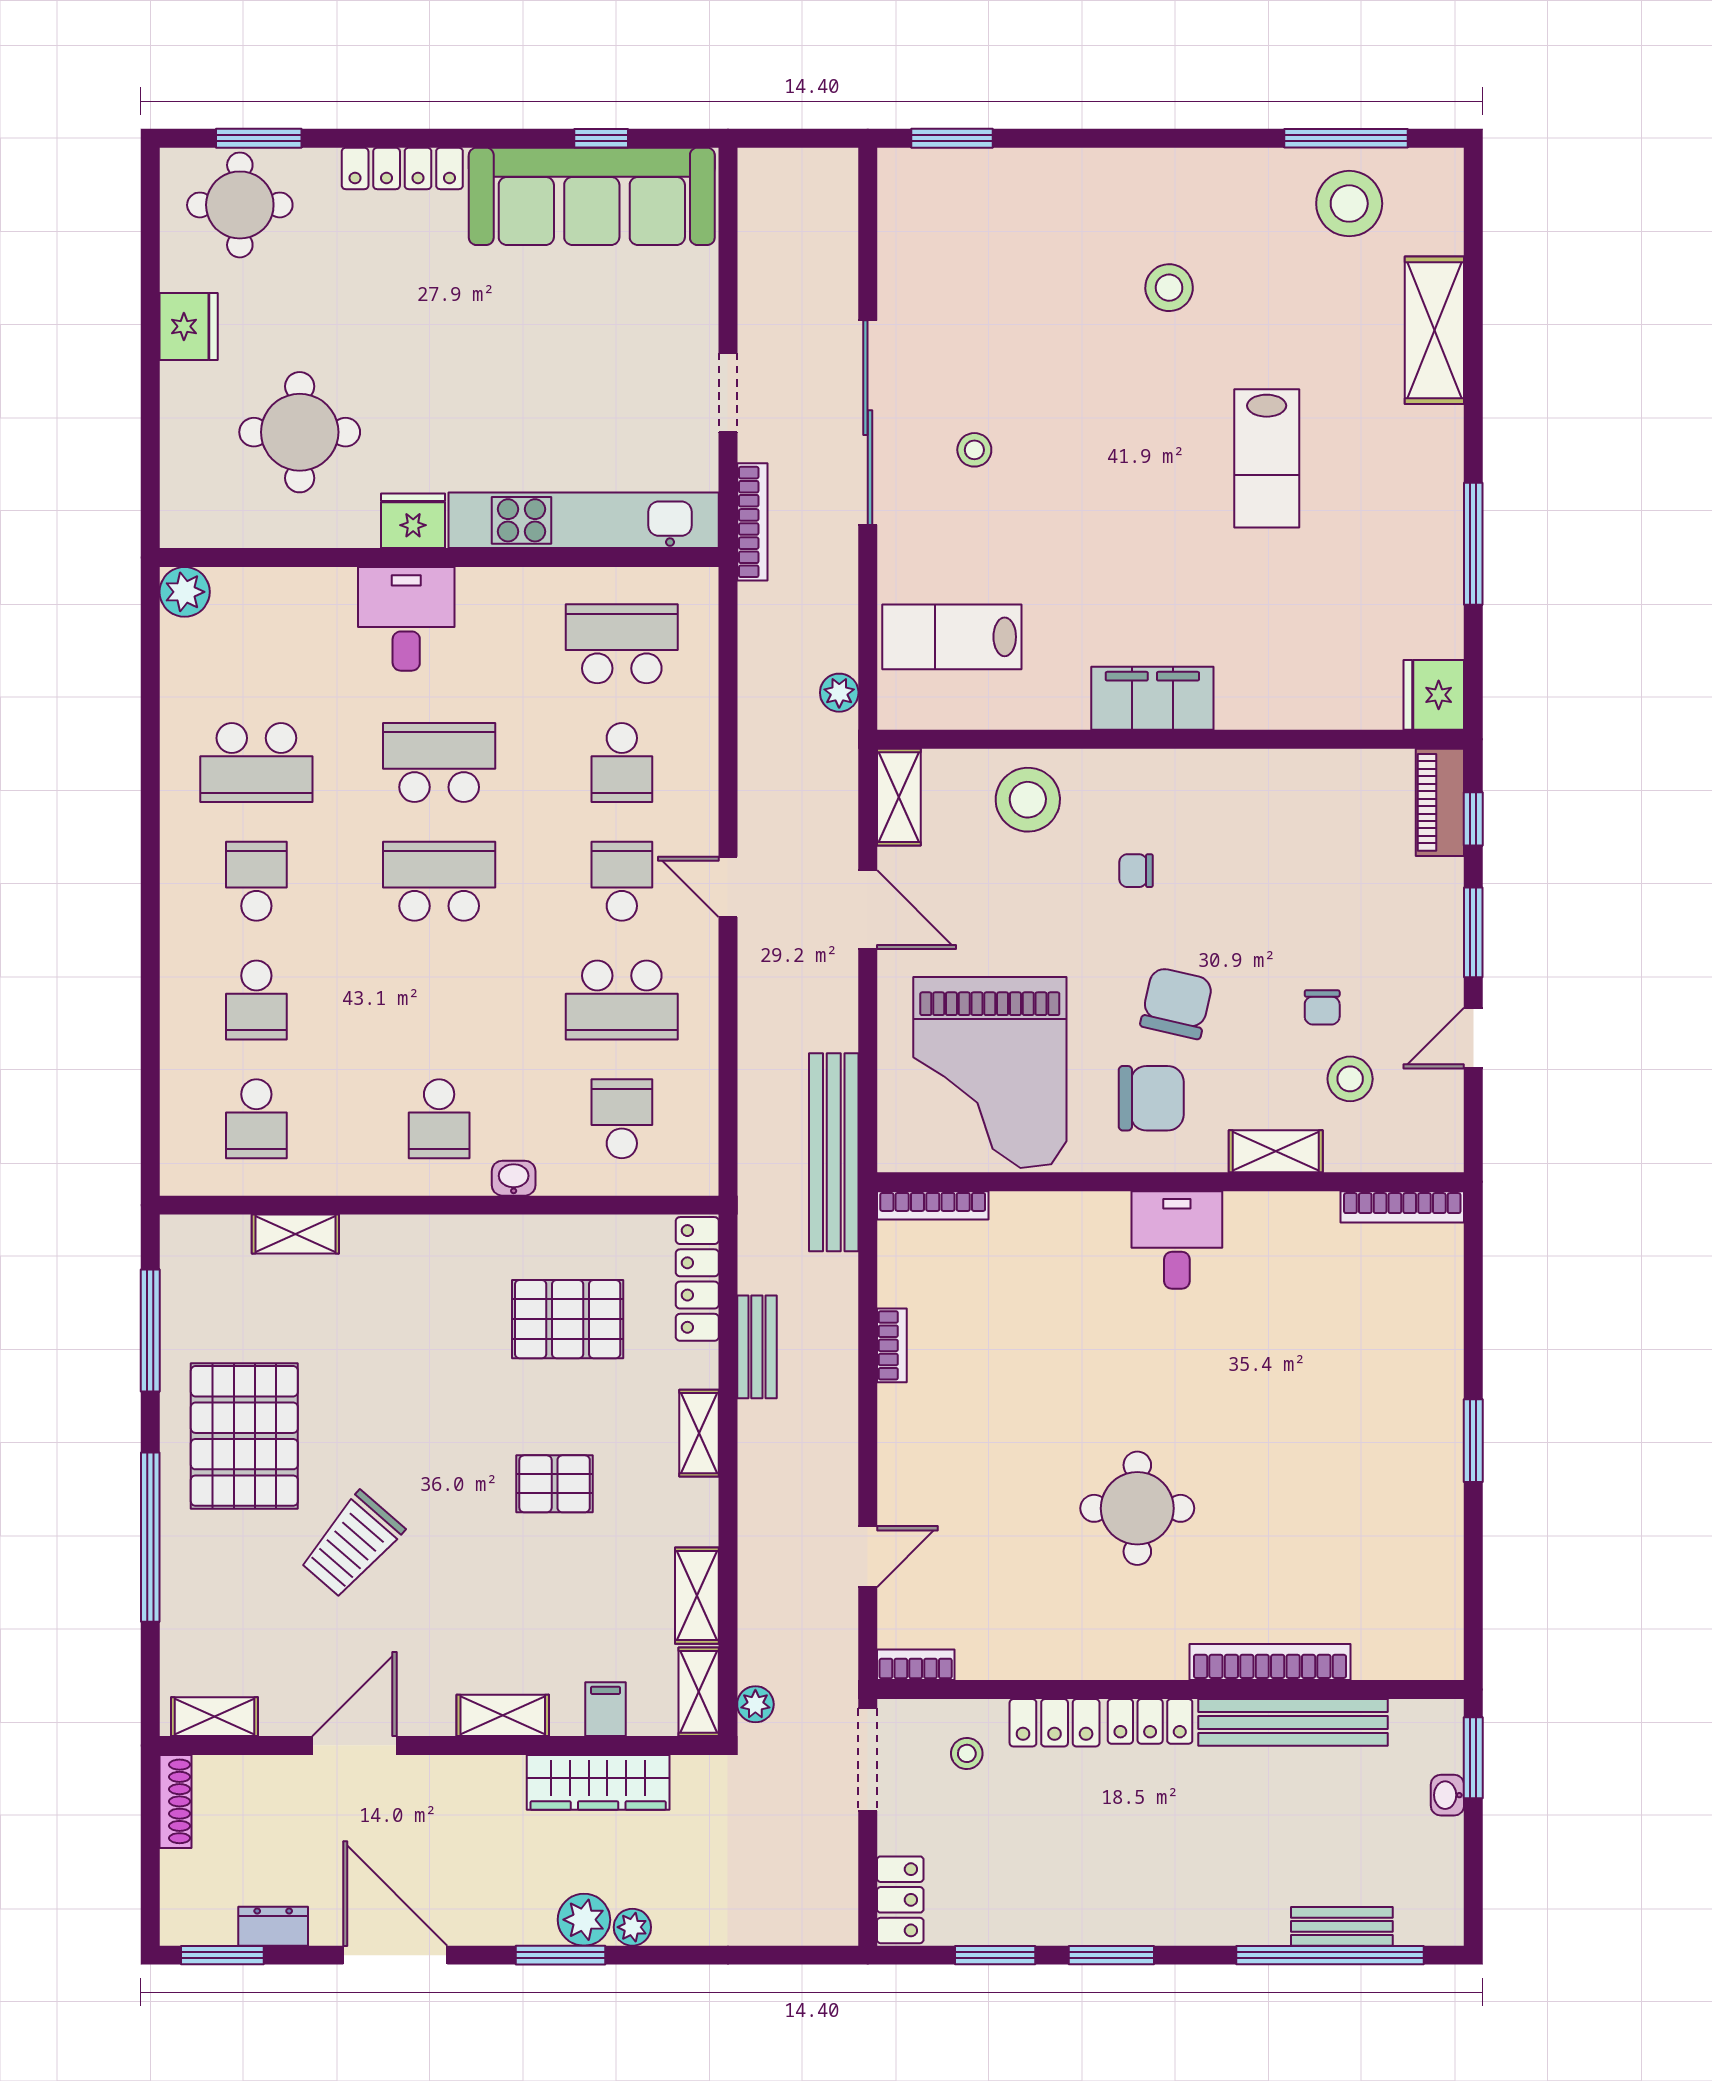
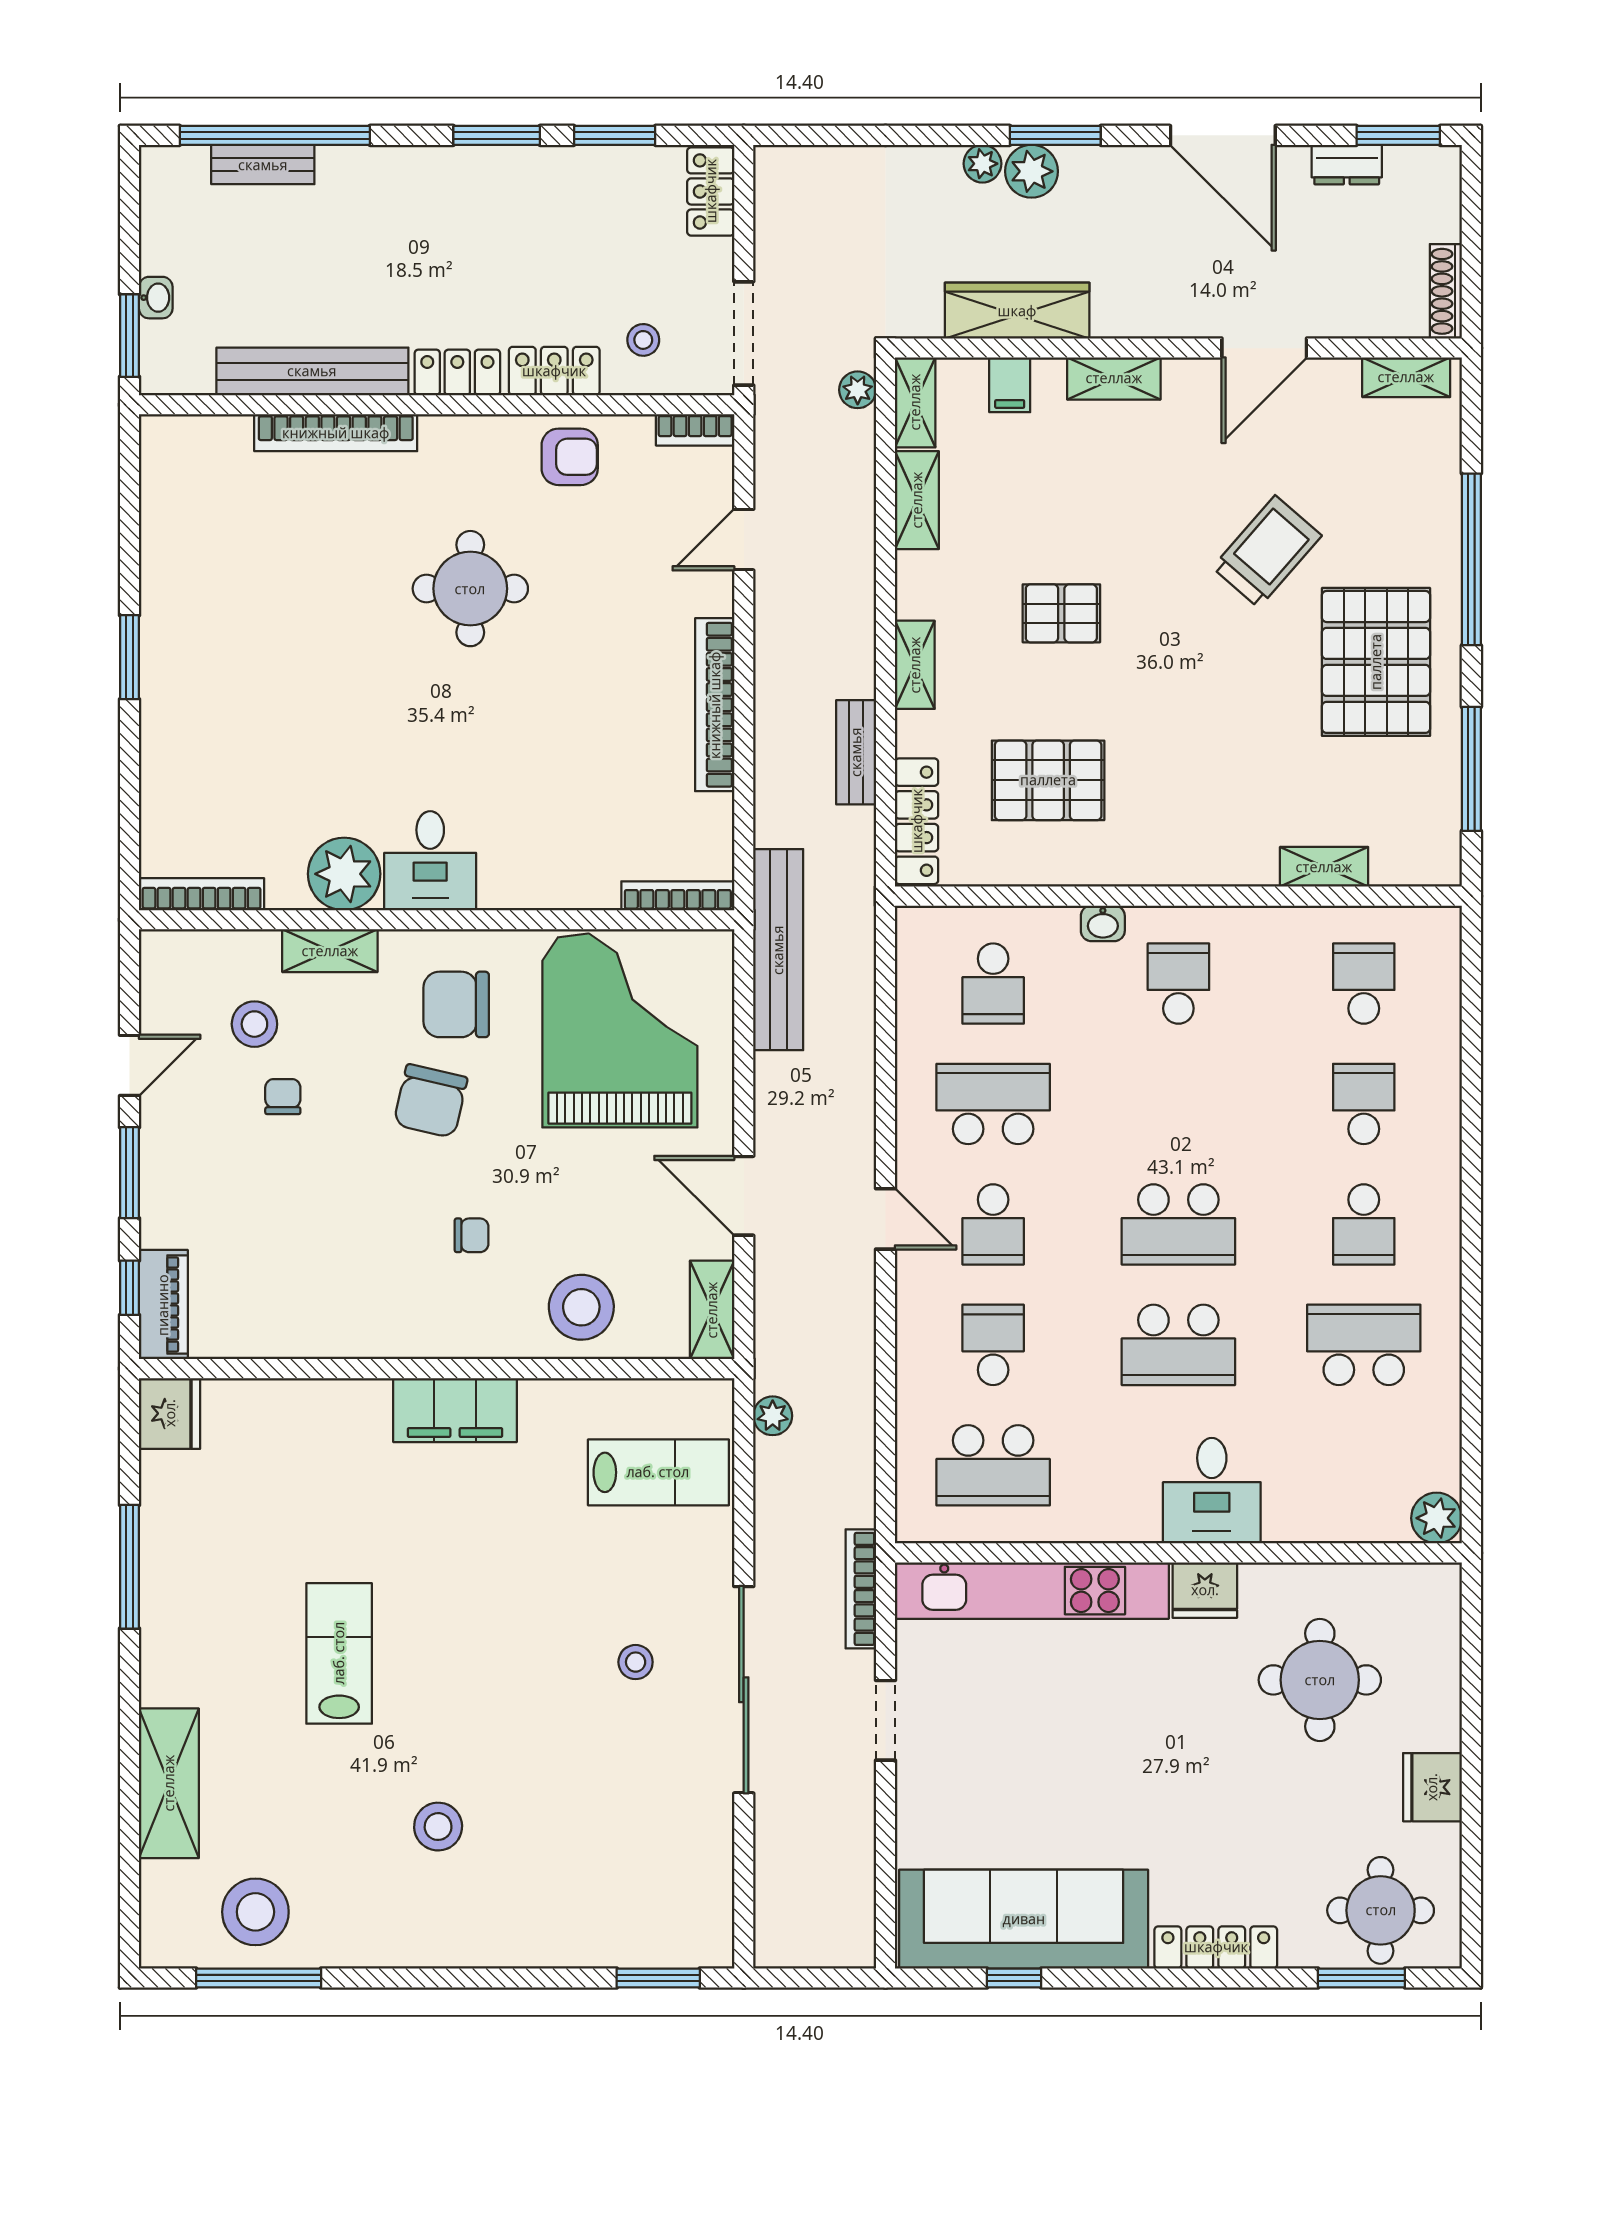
plant: (1262, 1227) -> (344, 874), added
bookcase: (892, 1345) -> (715, 705), width x2.31, depth x1.31
armchair: (1039, 1638) -> (570, 457), added

